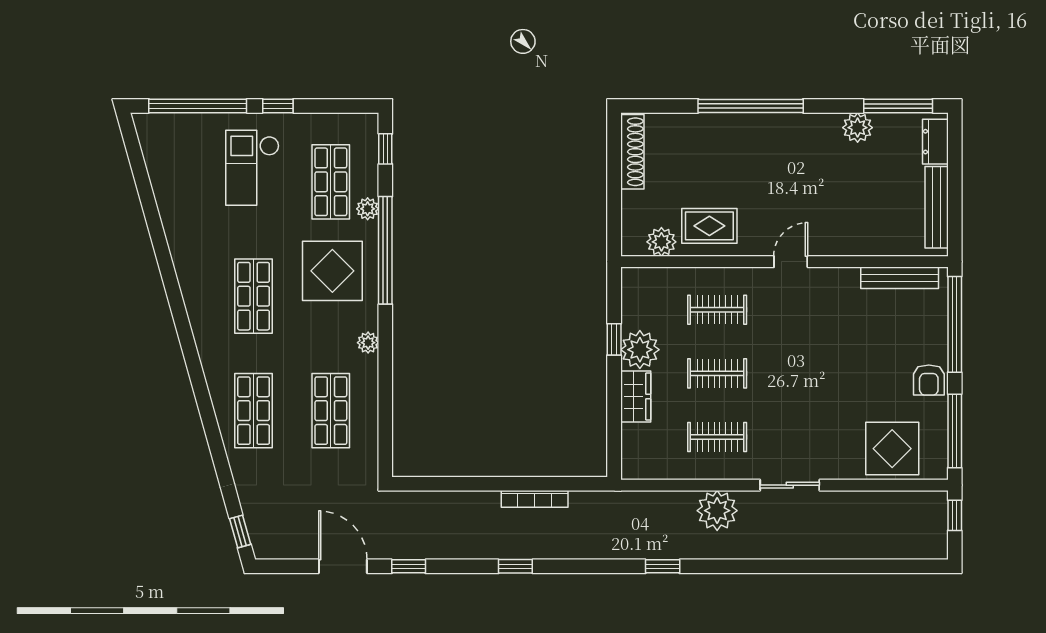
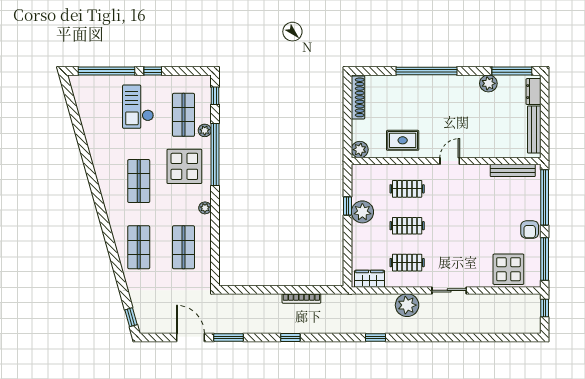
plant: (661, 242) -> (360, 150), moved
wardrobe: (636, 396) -> (370, 279), moved, turned -90
window: (409, 566) -> (228, 337), width x1.50

